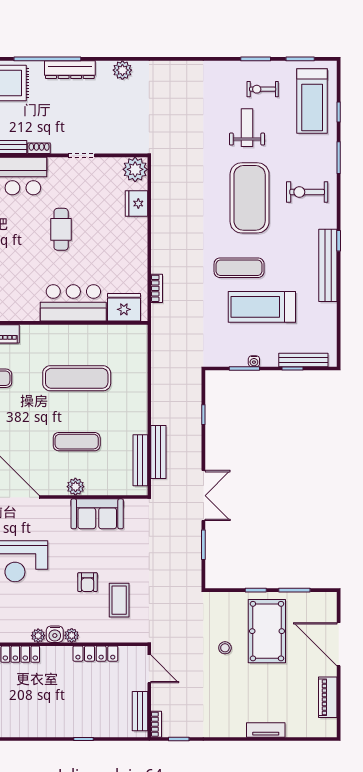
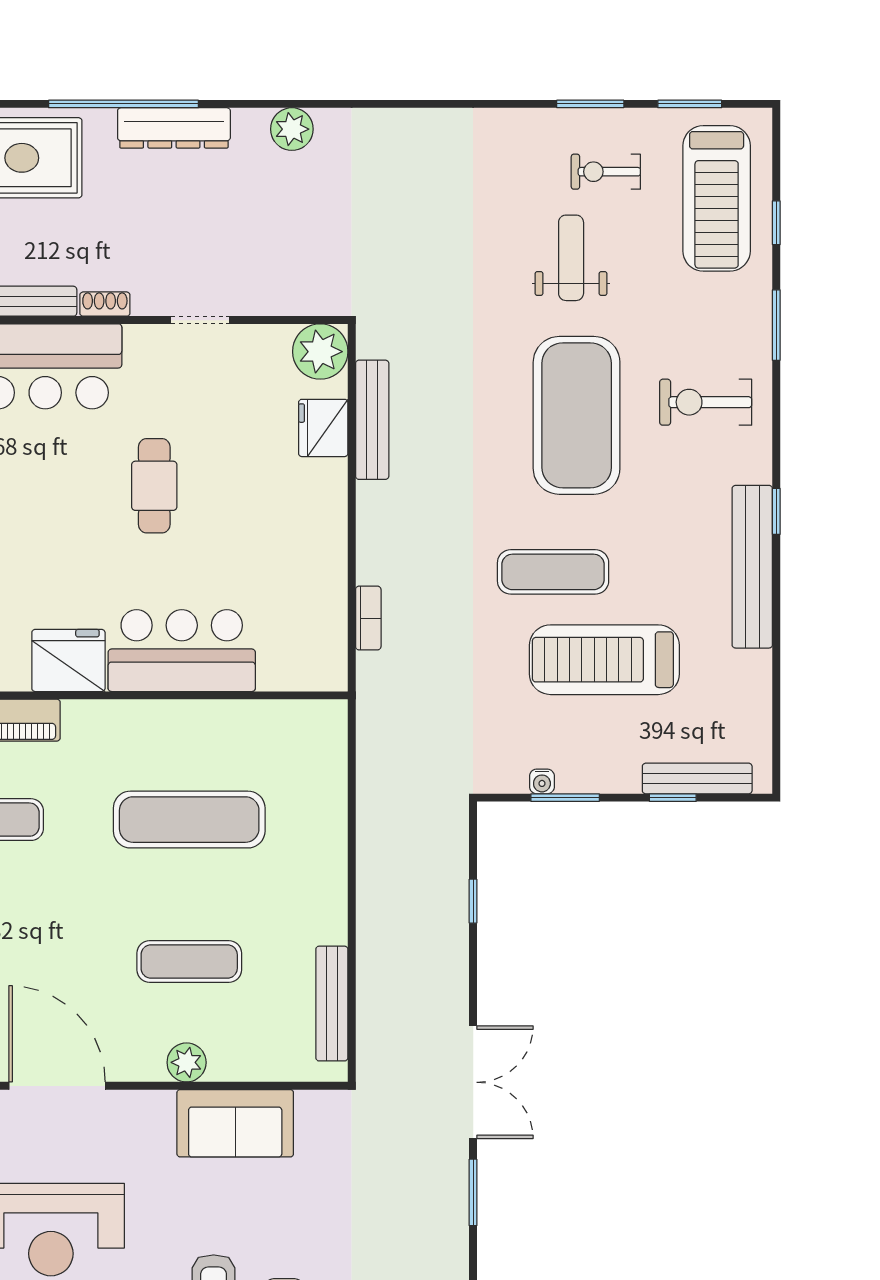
fridge: (124, 307) -> (68, 660), moved
water cooler: (254, 361) -> (542, 781), moved
bench: (158, 452) -> (372, 420), moved

